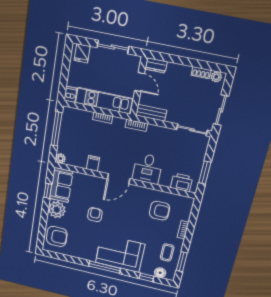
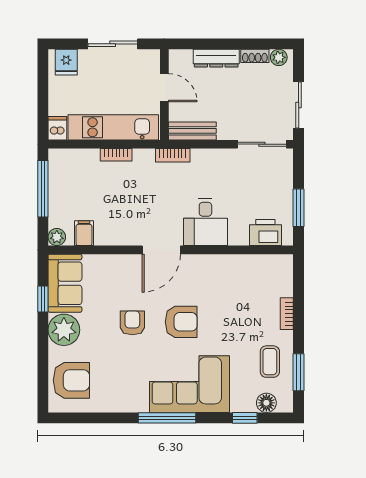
dresser: (156, 65) -> (216, 58), moved, width x1.44
filing cabinet: (93, 163) -> (84, 233), moved
armchair: (160, 211) -> (181, 322), moved

